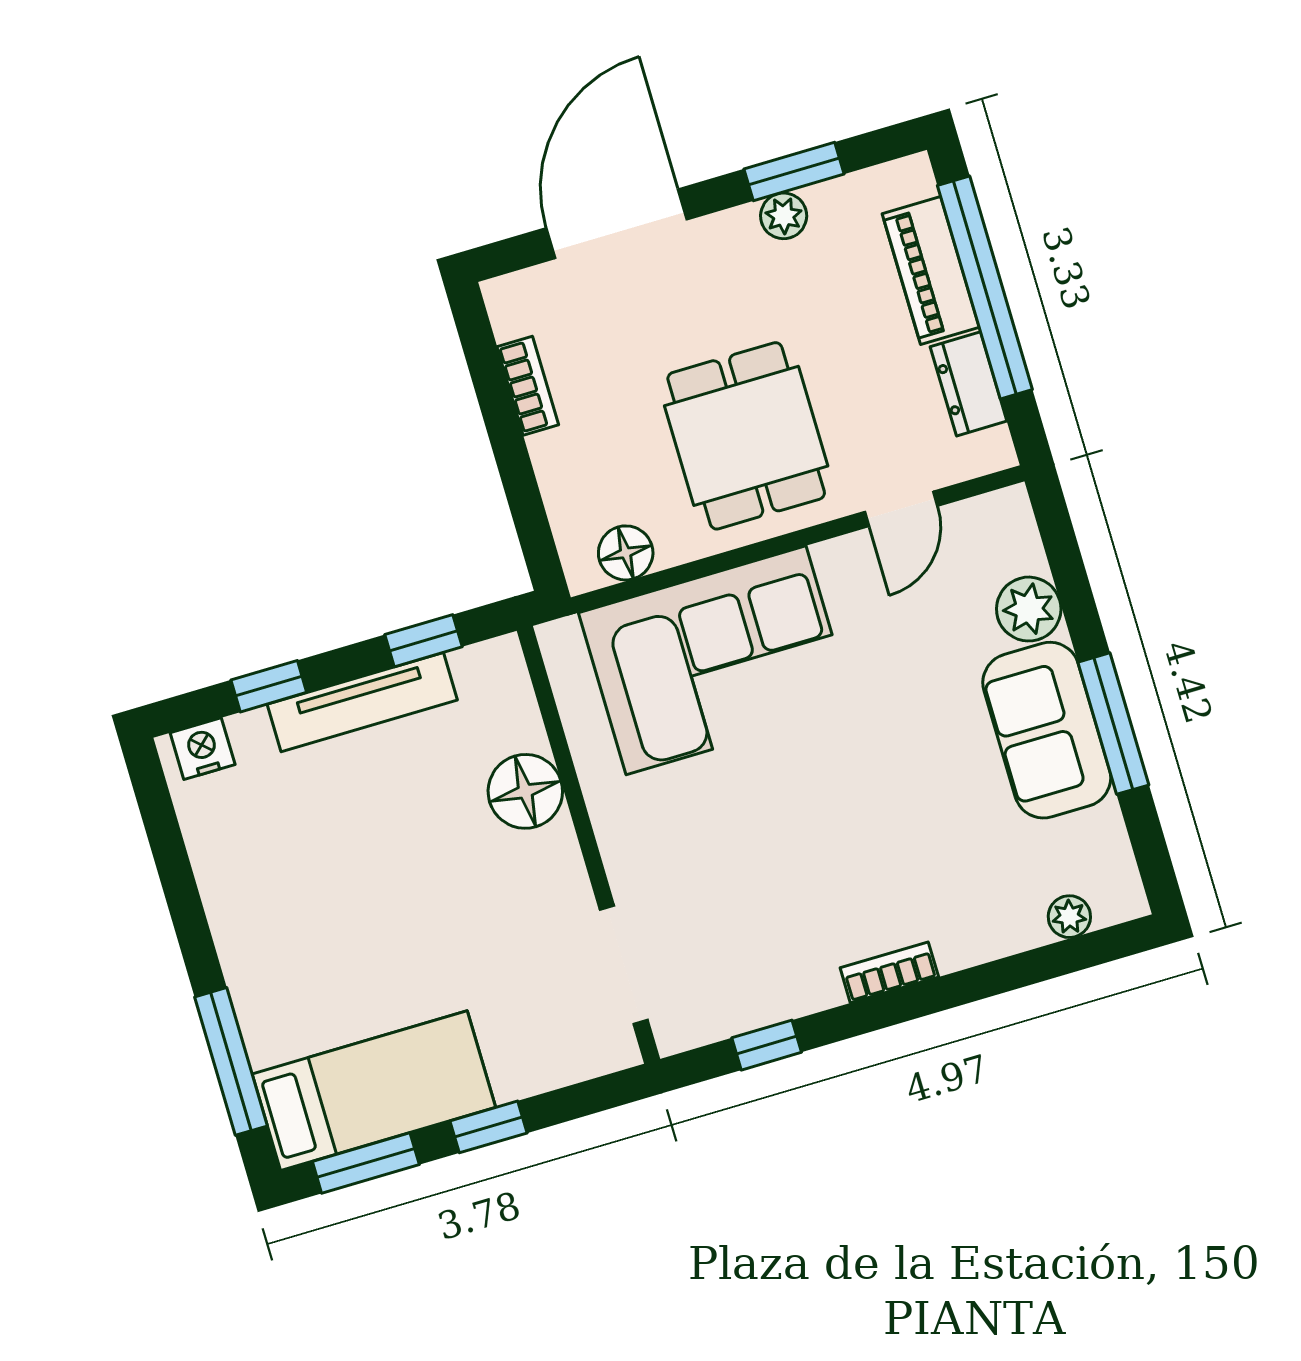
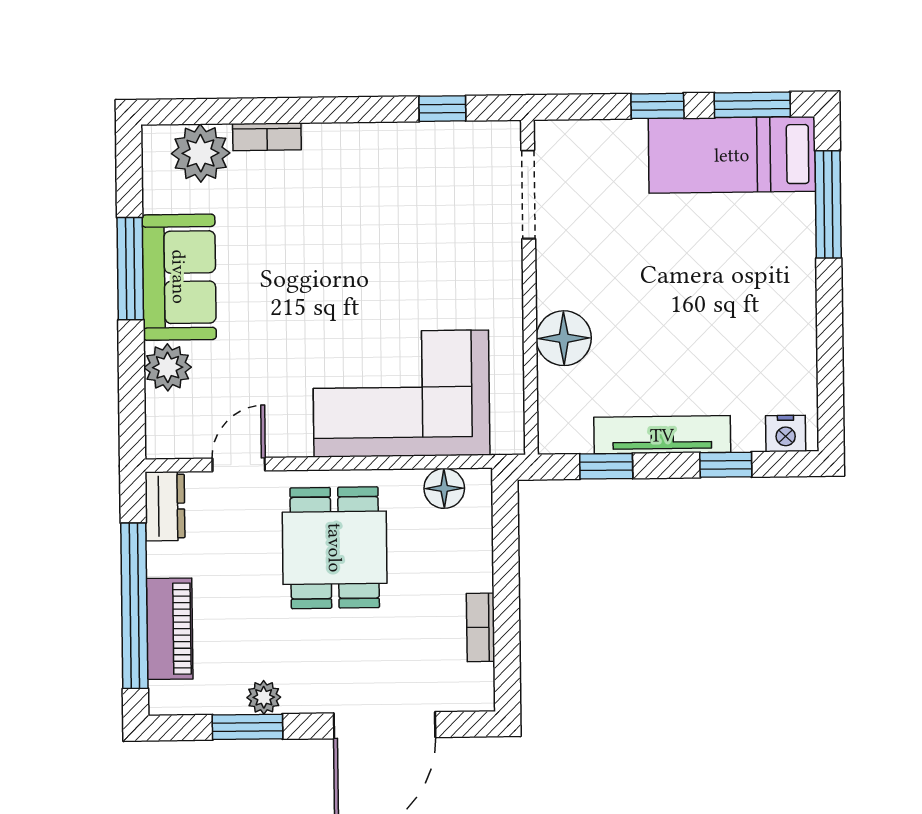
dresser: (969, 384) -> (165, 506), moved
plant: (1069, 917) -> (201, 153), width x1.88, depth x1.88
bookcase: (889, 972) -> (267, 137), moved

